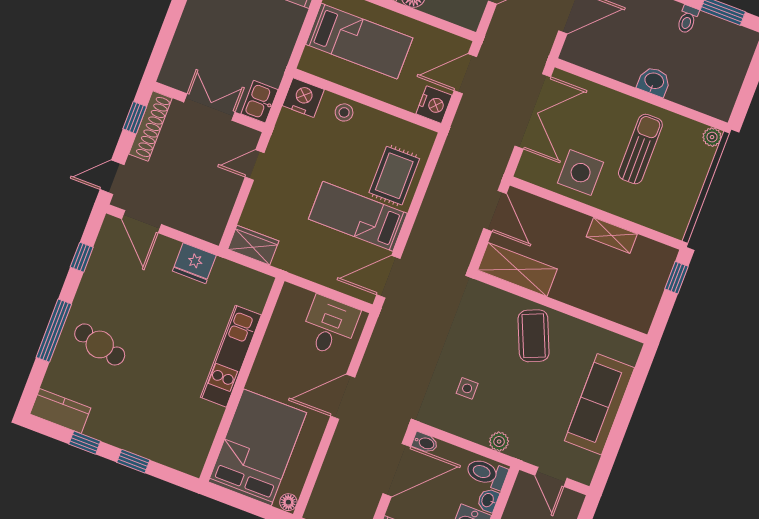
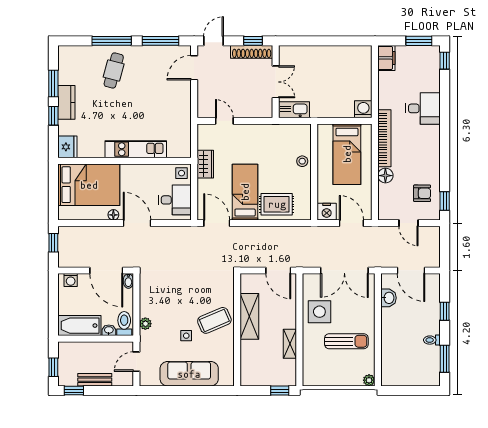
washbasin: (654, 81) -> (389, 298), moved
nightstand: (303, 98) -> (302, 134), removed
kitchen sink: (260, 102) -> (294, 110), width x1.38
door: (255, 165) -> (224, 121), moved
door: (112, 177) -> (214, 41), hinge flipped
door: (495, 211) -> (278, 270), hinge flipped
wardrobe: (253, 245) -> (205, 164), moved
window: (82, 257) -> (160, 41), width x2.17
fridge: (194, 263) -> (67, 147), moved, turned 180
shelving: (518, 270) -> (249, 316), moved
side table: (293, 301) -> (182, 173), added
side table: (467, 388) -> (186, 336), moved
kitchen counter: (60, 411) -> (66, 102), moved
window: (85, 443) -> (53, 83), width x1.50
floor lamp: (288, 502) -> (113, 215), moved

